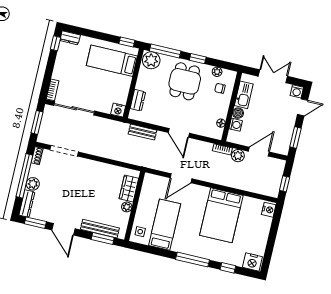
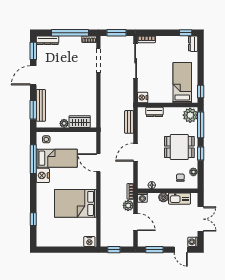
washing machine: (236, 125) -> (142, 198), moved
plant: (33, 184) -> (65, 41), removed
window: (192, 260) -> (33, 159), moved
nightstand: (252, 262) -> (43, 175), moved

